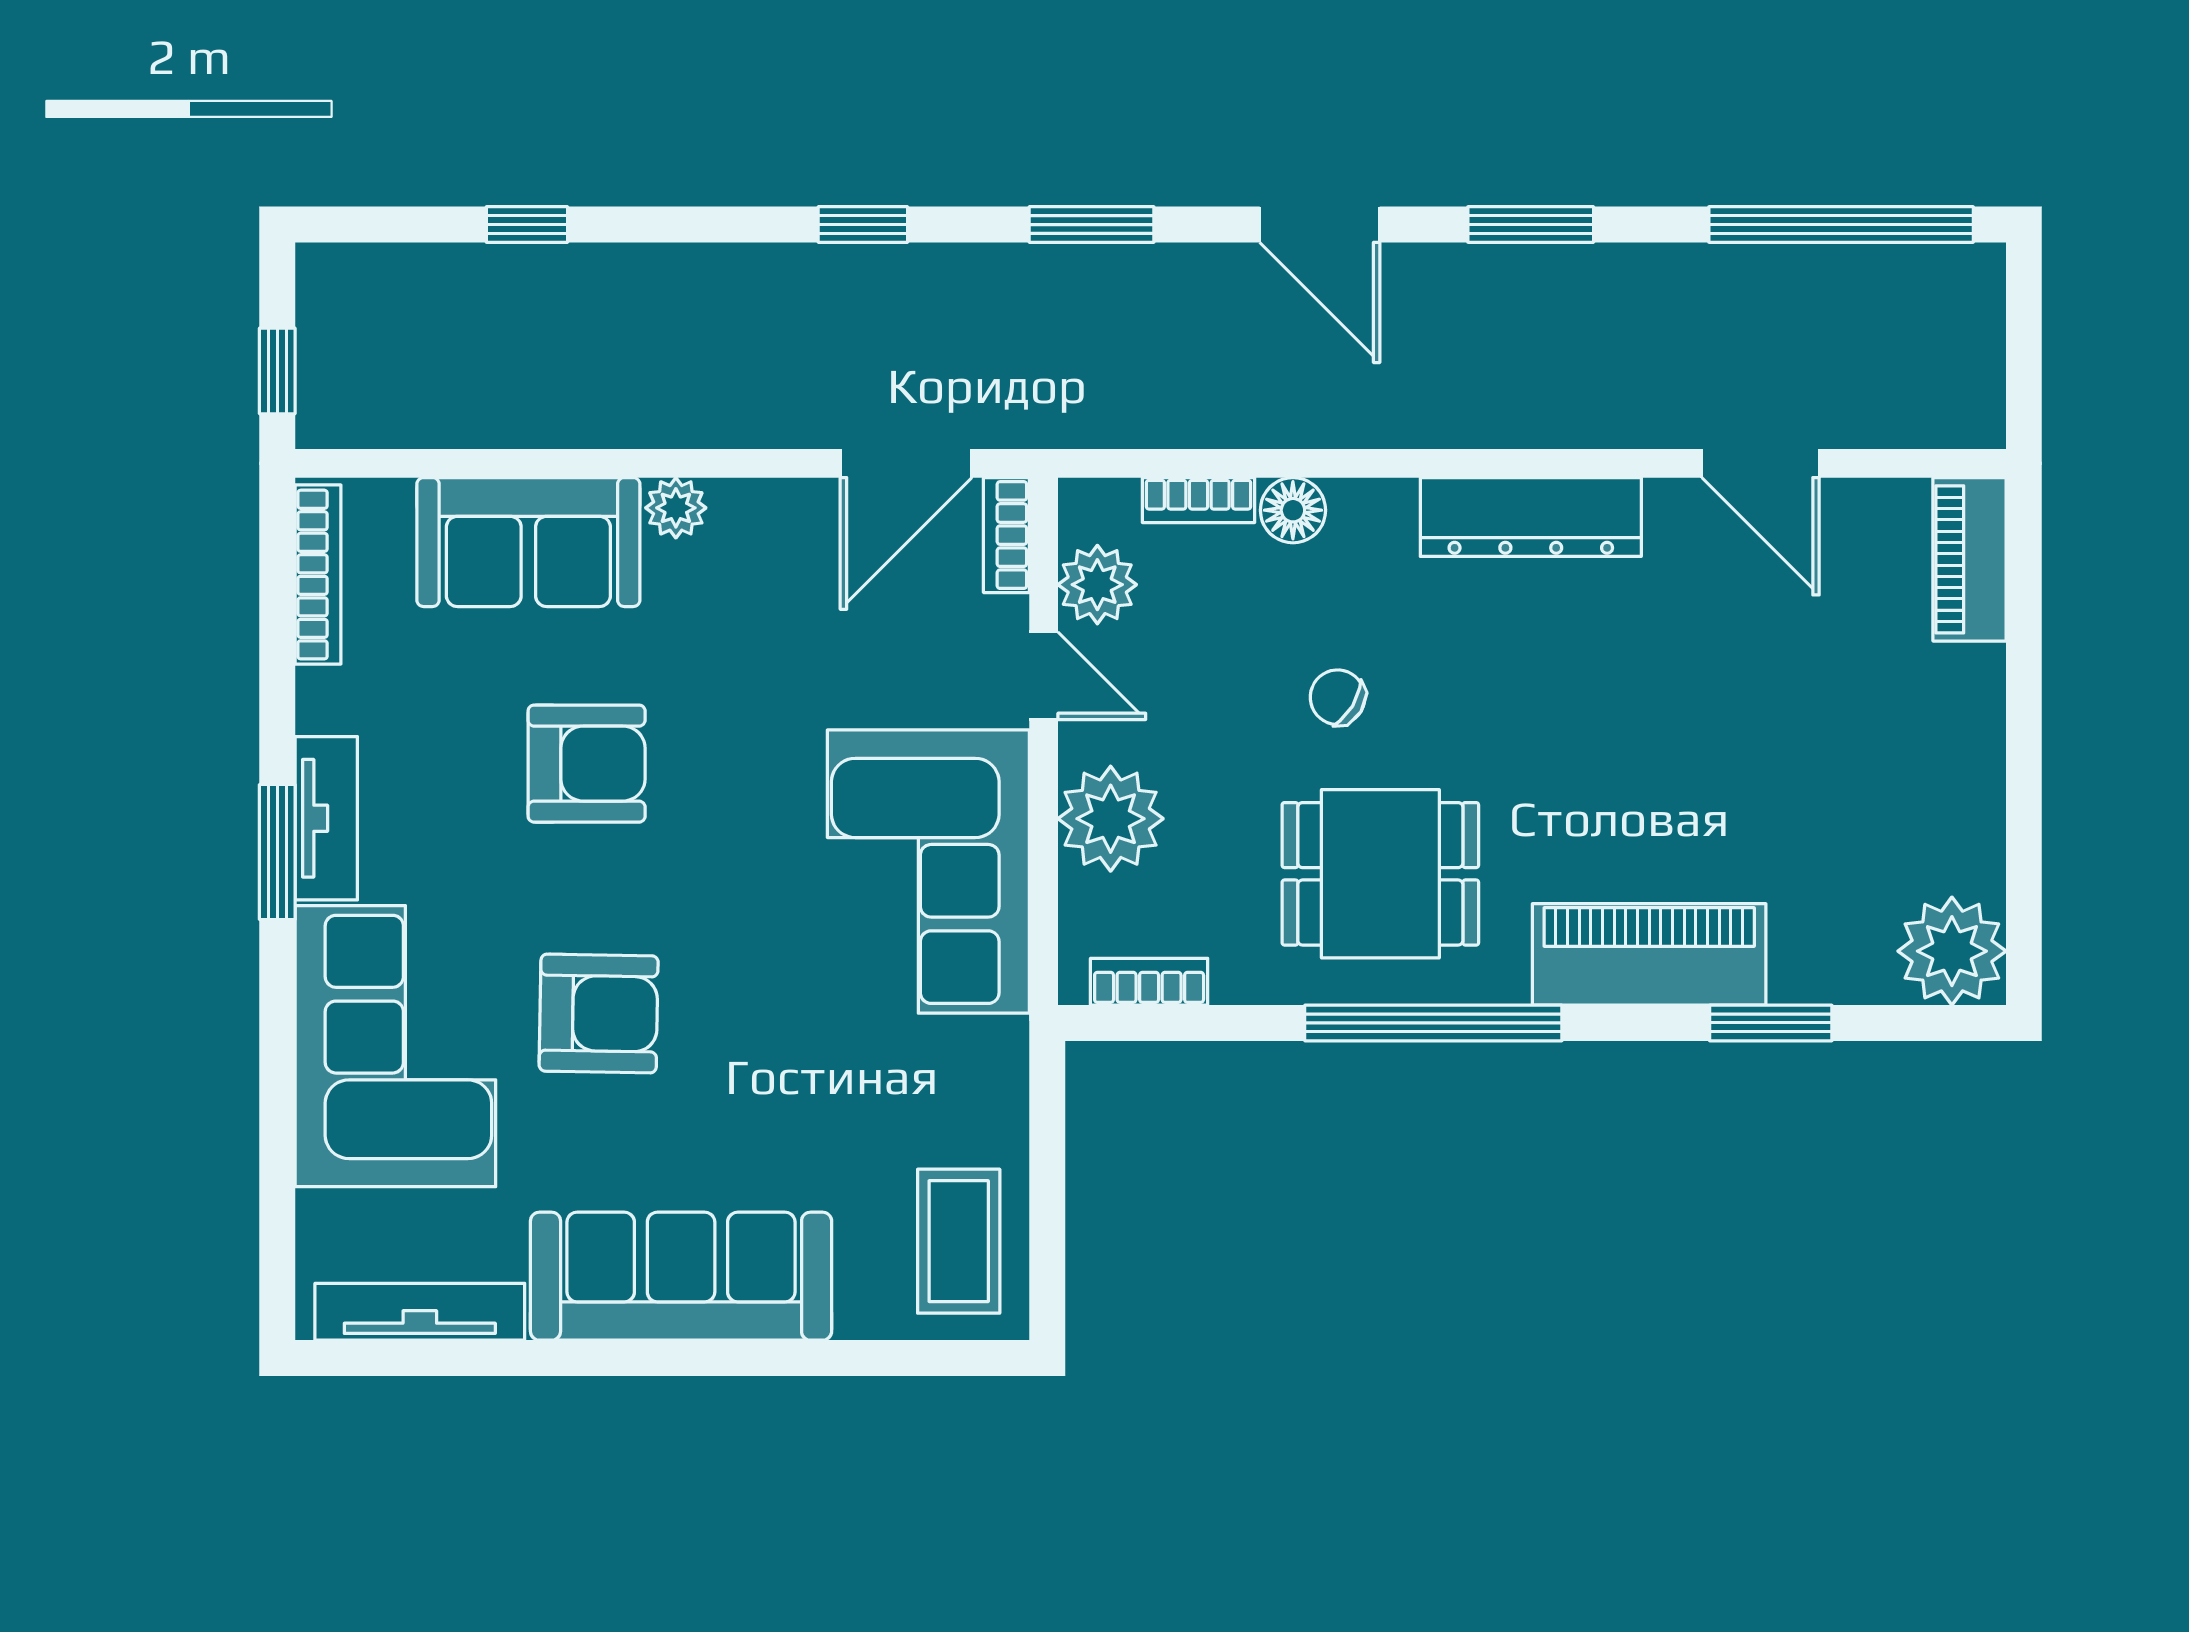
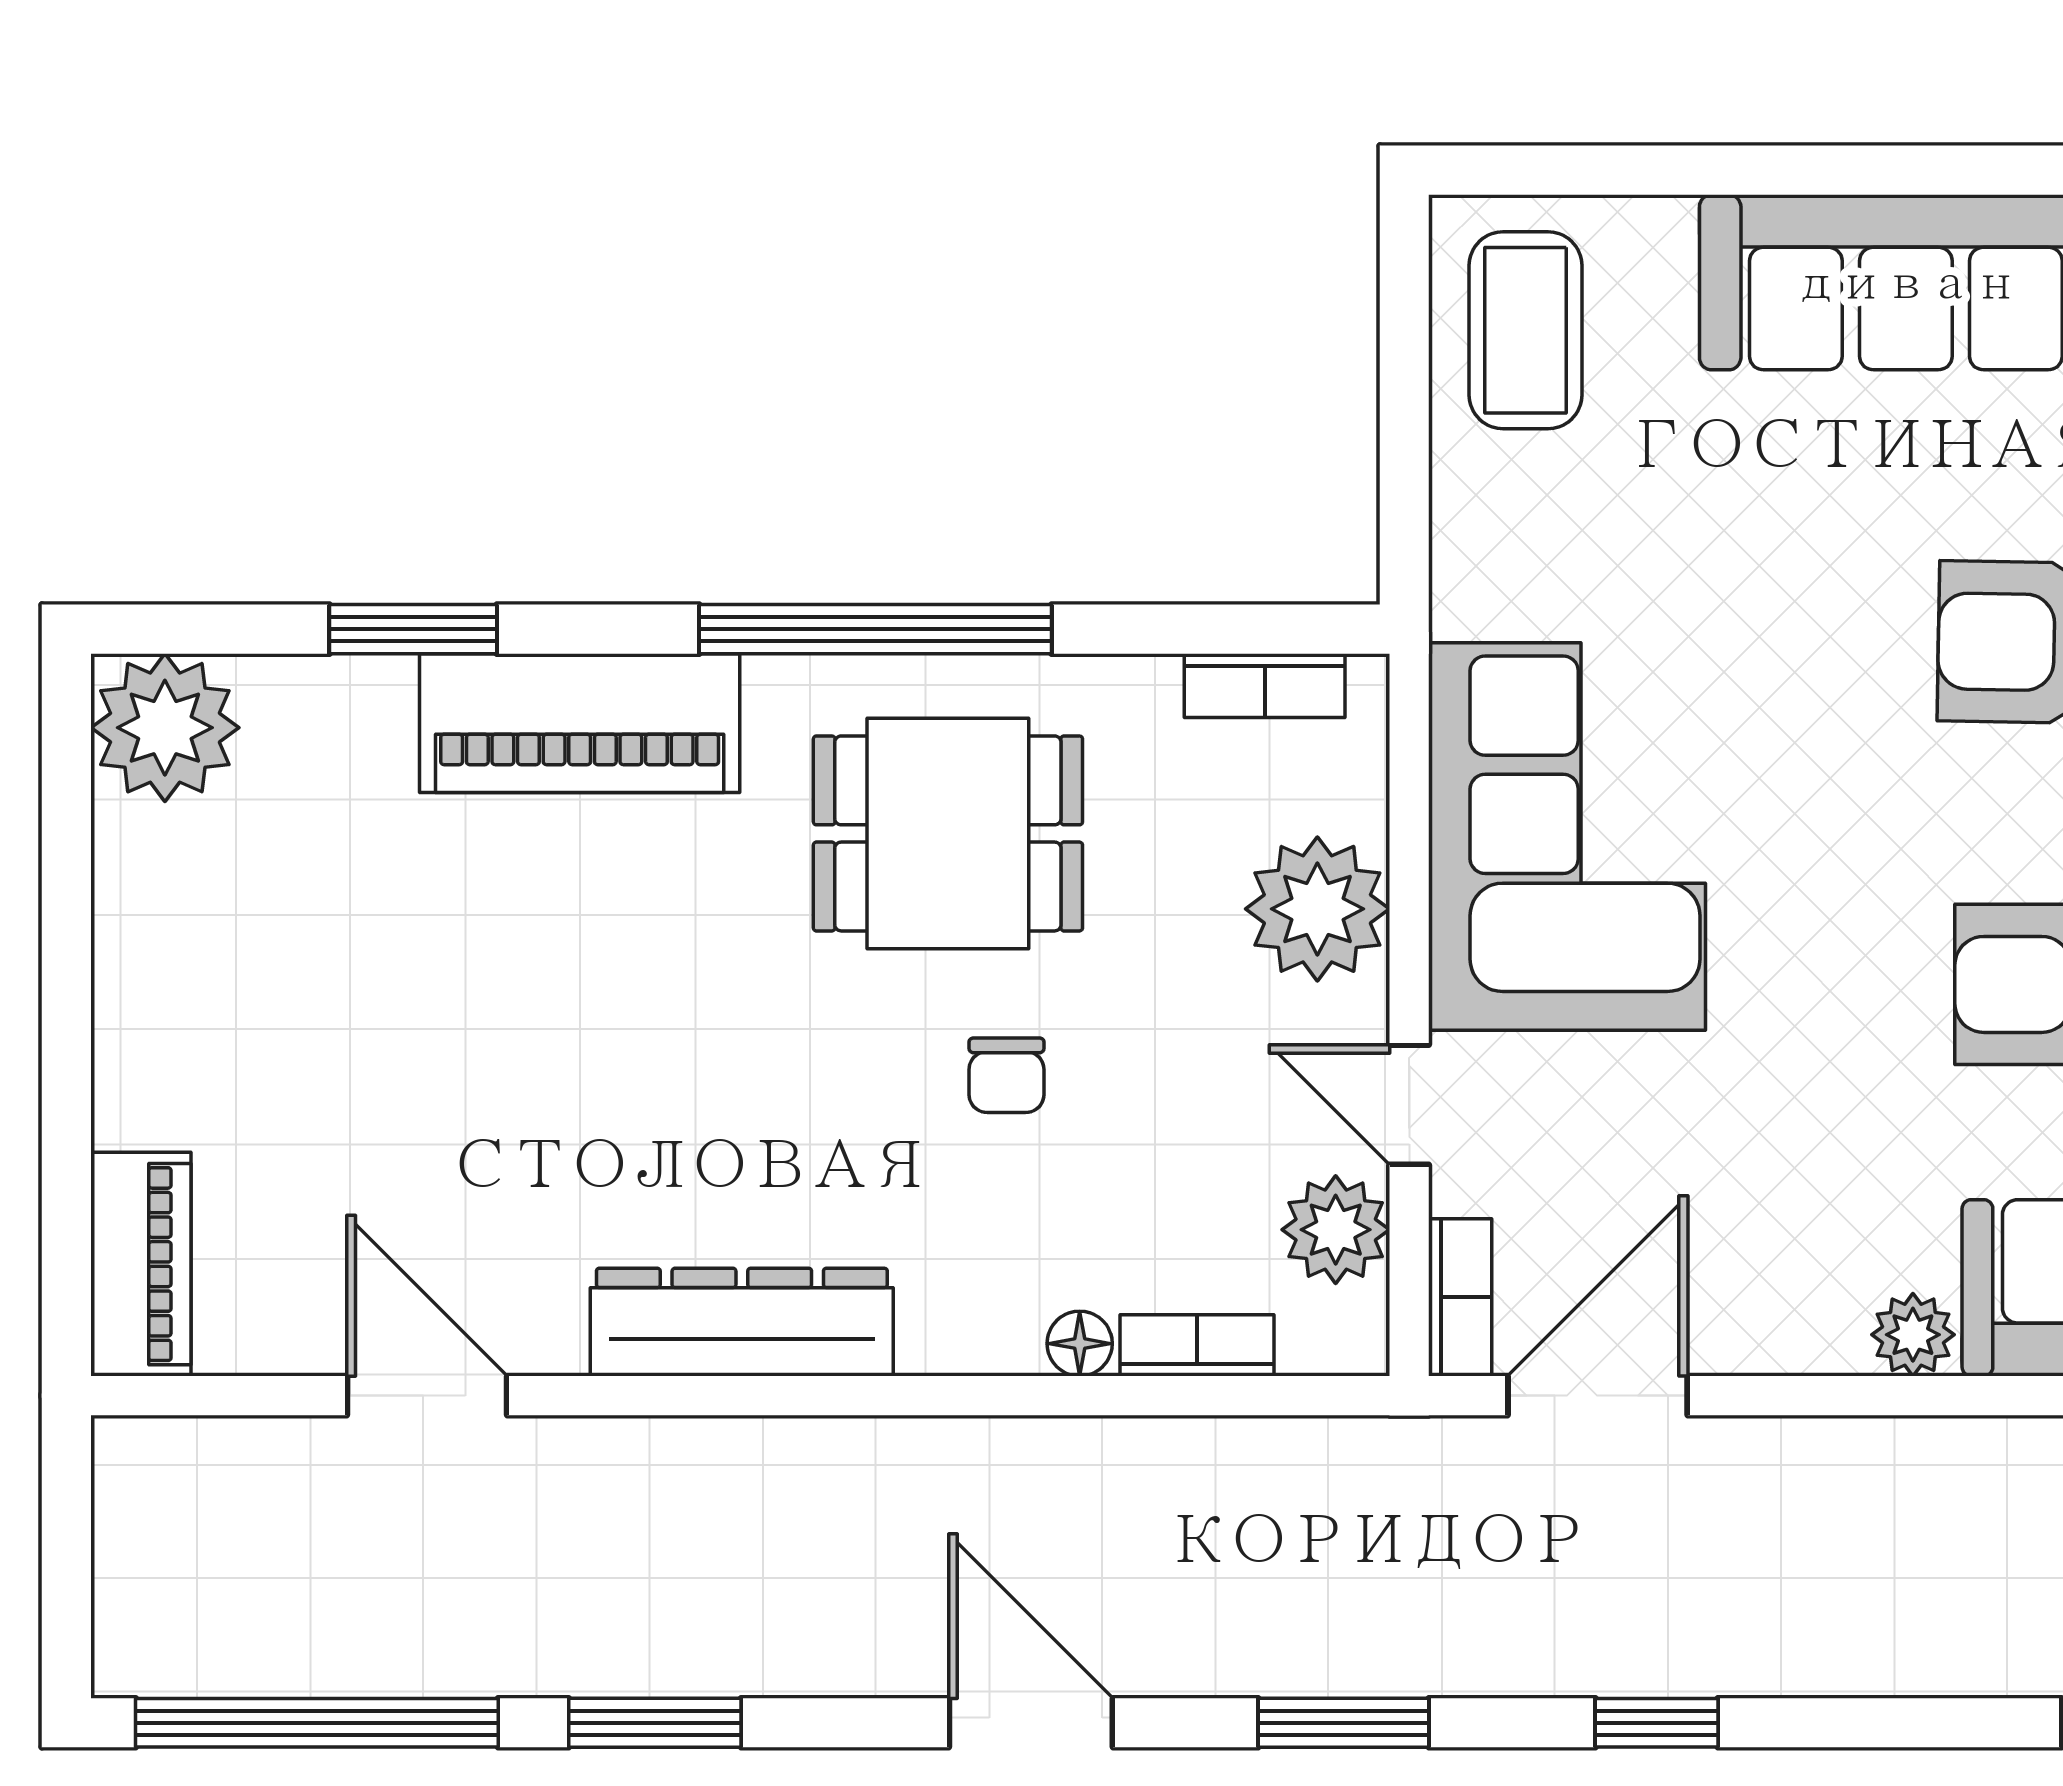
window: (1531, 225) -> (655, 1723), moved
floor lamp: (1293, 510) -> (1080, 1344), width x0.73, depth x0.73
chair: (1338, 697) -> (1006, 1075), turned 59

